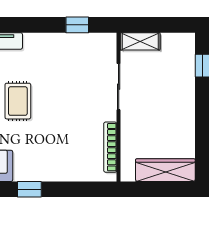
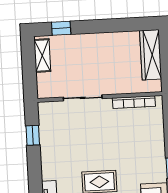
shelving: (140, 41) -> (42, 55), moved

